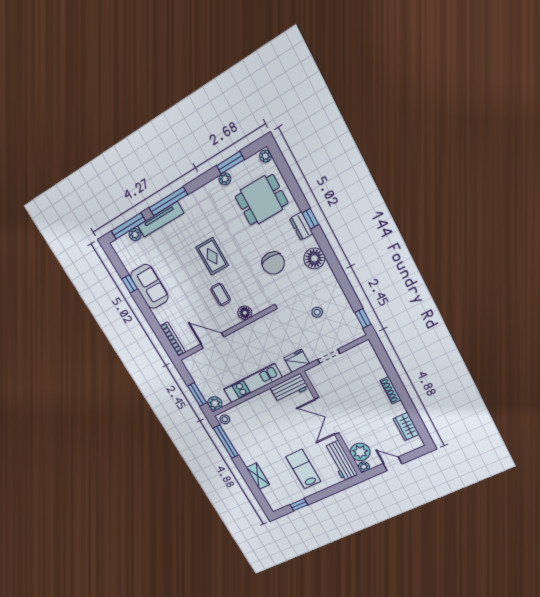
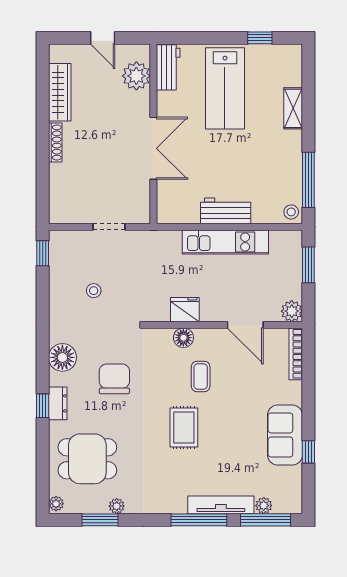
fridge: (297, 361) -> (185, 310), moved, turned 180
workbench: (289, 388) -> (226, 211), moved
plant: (215, 403) -> (292, 311), moved
wardrobe: (406, 426) -> (60, 92), width x1.50
workbench: (341, 461) -> (168, 67), width x0.73
plant: (364, 467) -> (142, 52), removed
lab bench: (303, 469) -> (225, 88), width x1.36, depth x1.39

